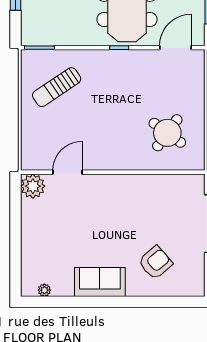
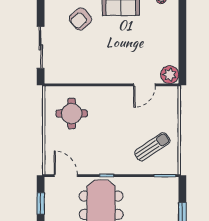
door: (176, 48) -> (66, 176), swing flipped
round table: (167, 133) -> (72, 114), turned -36

